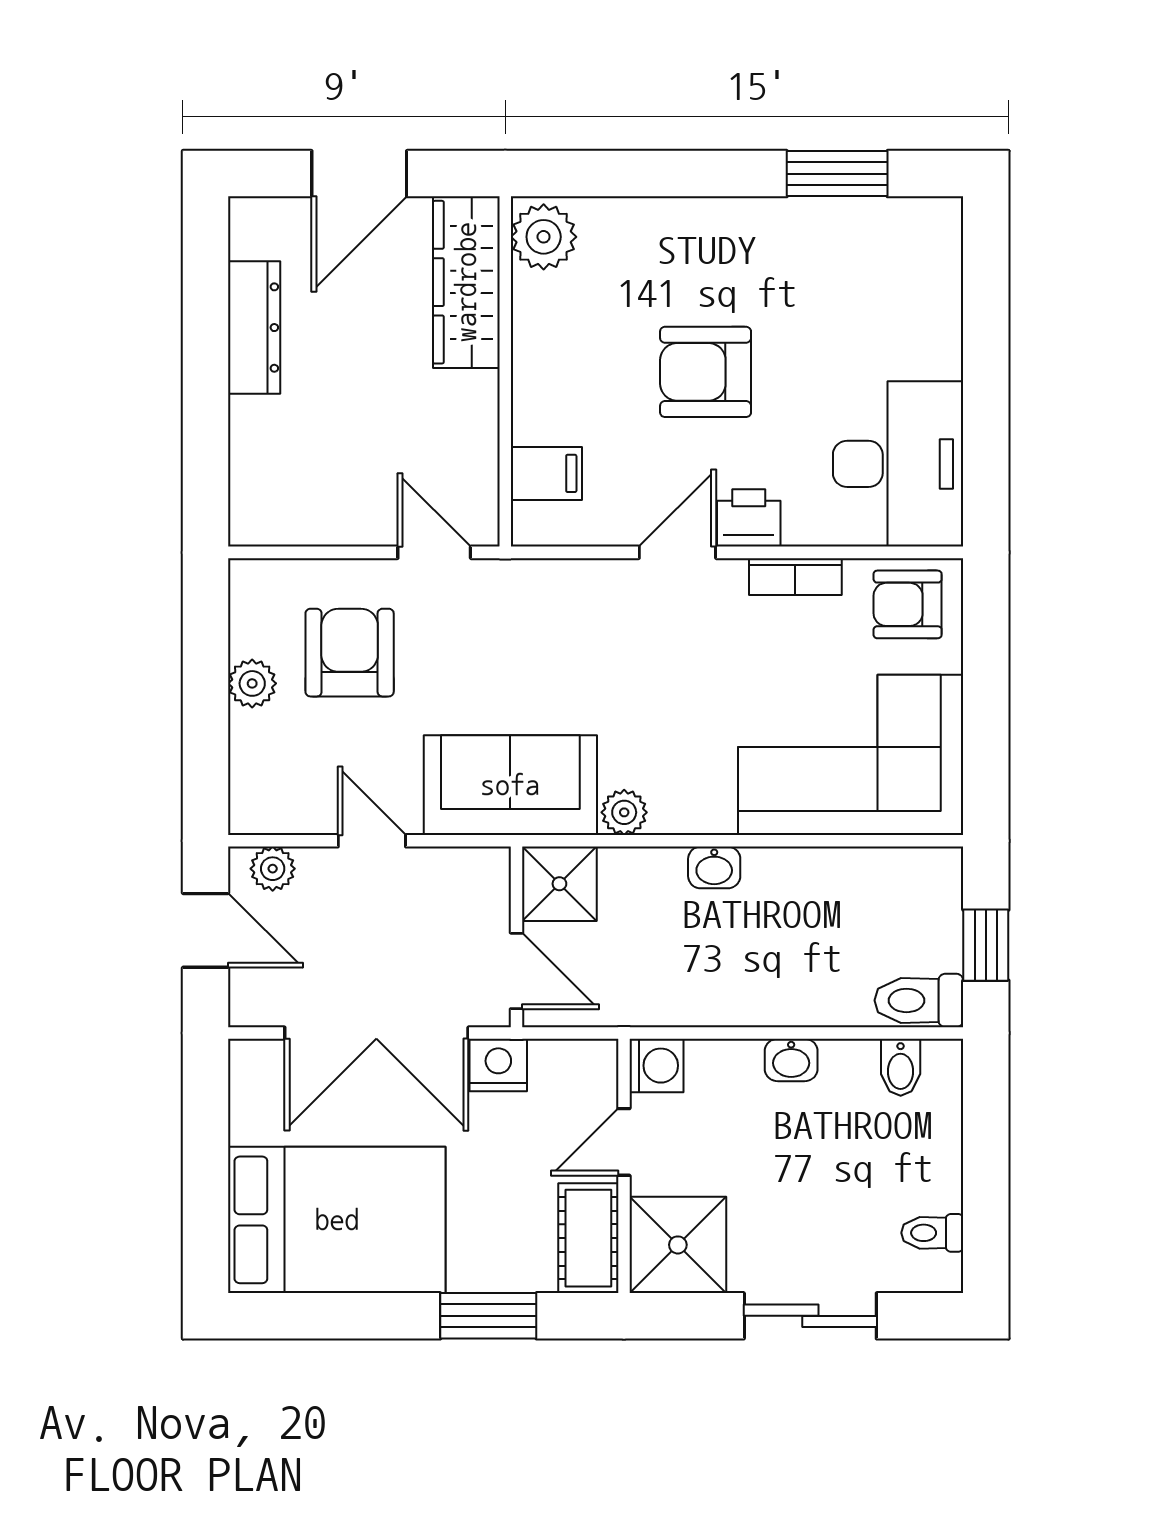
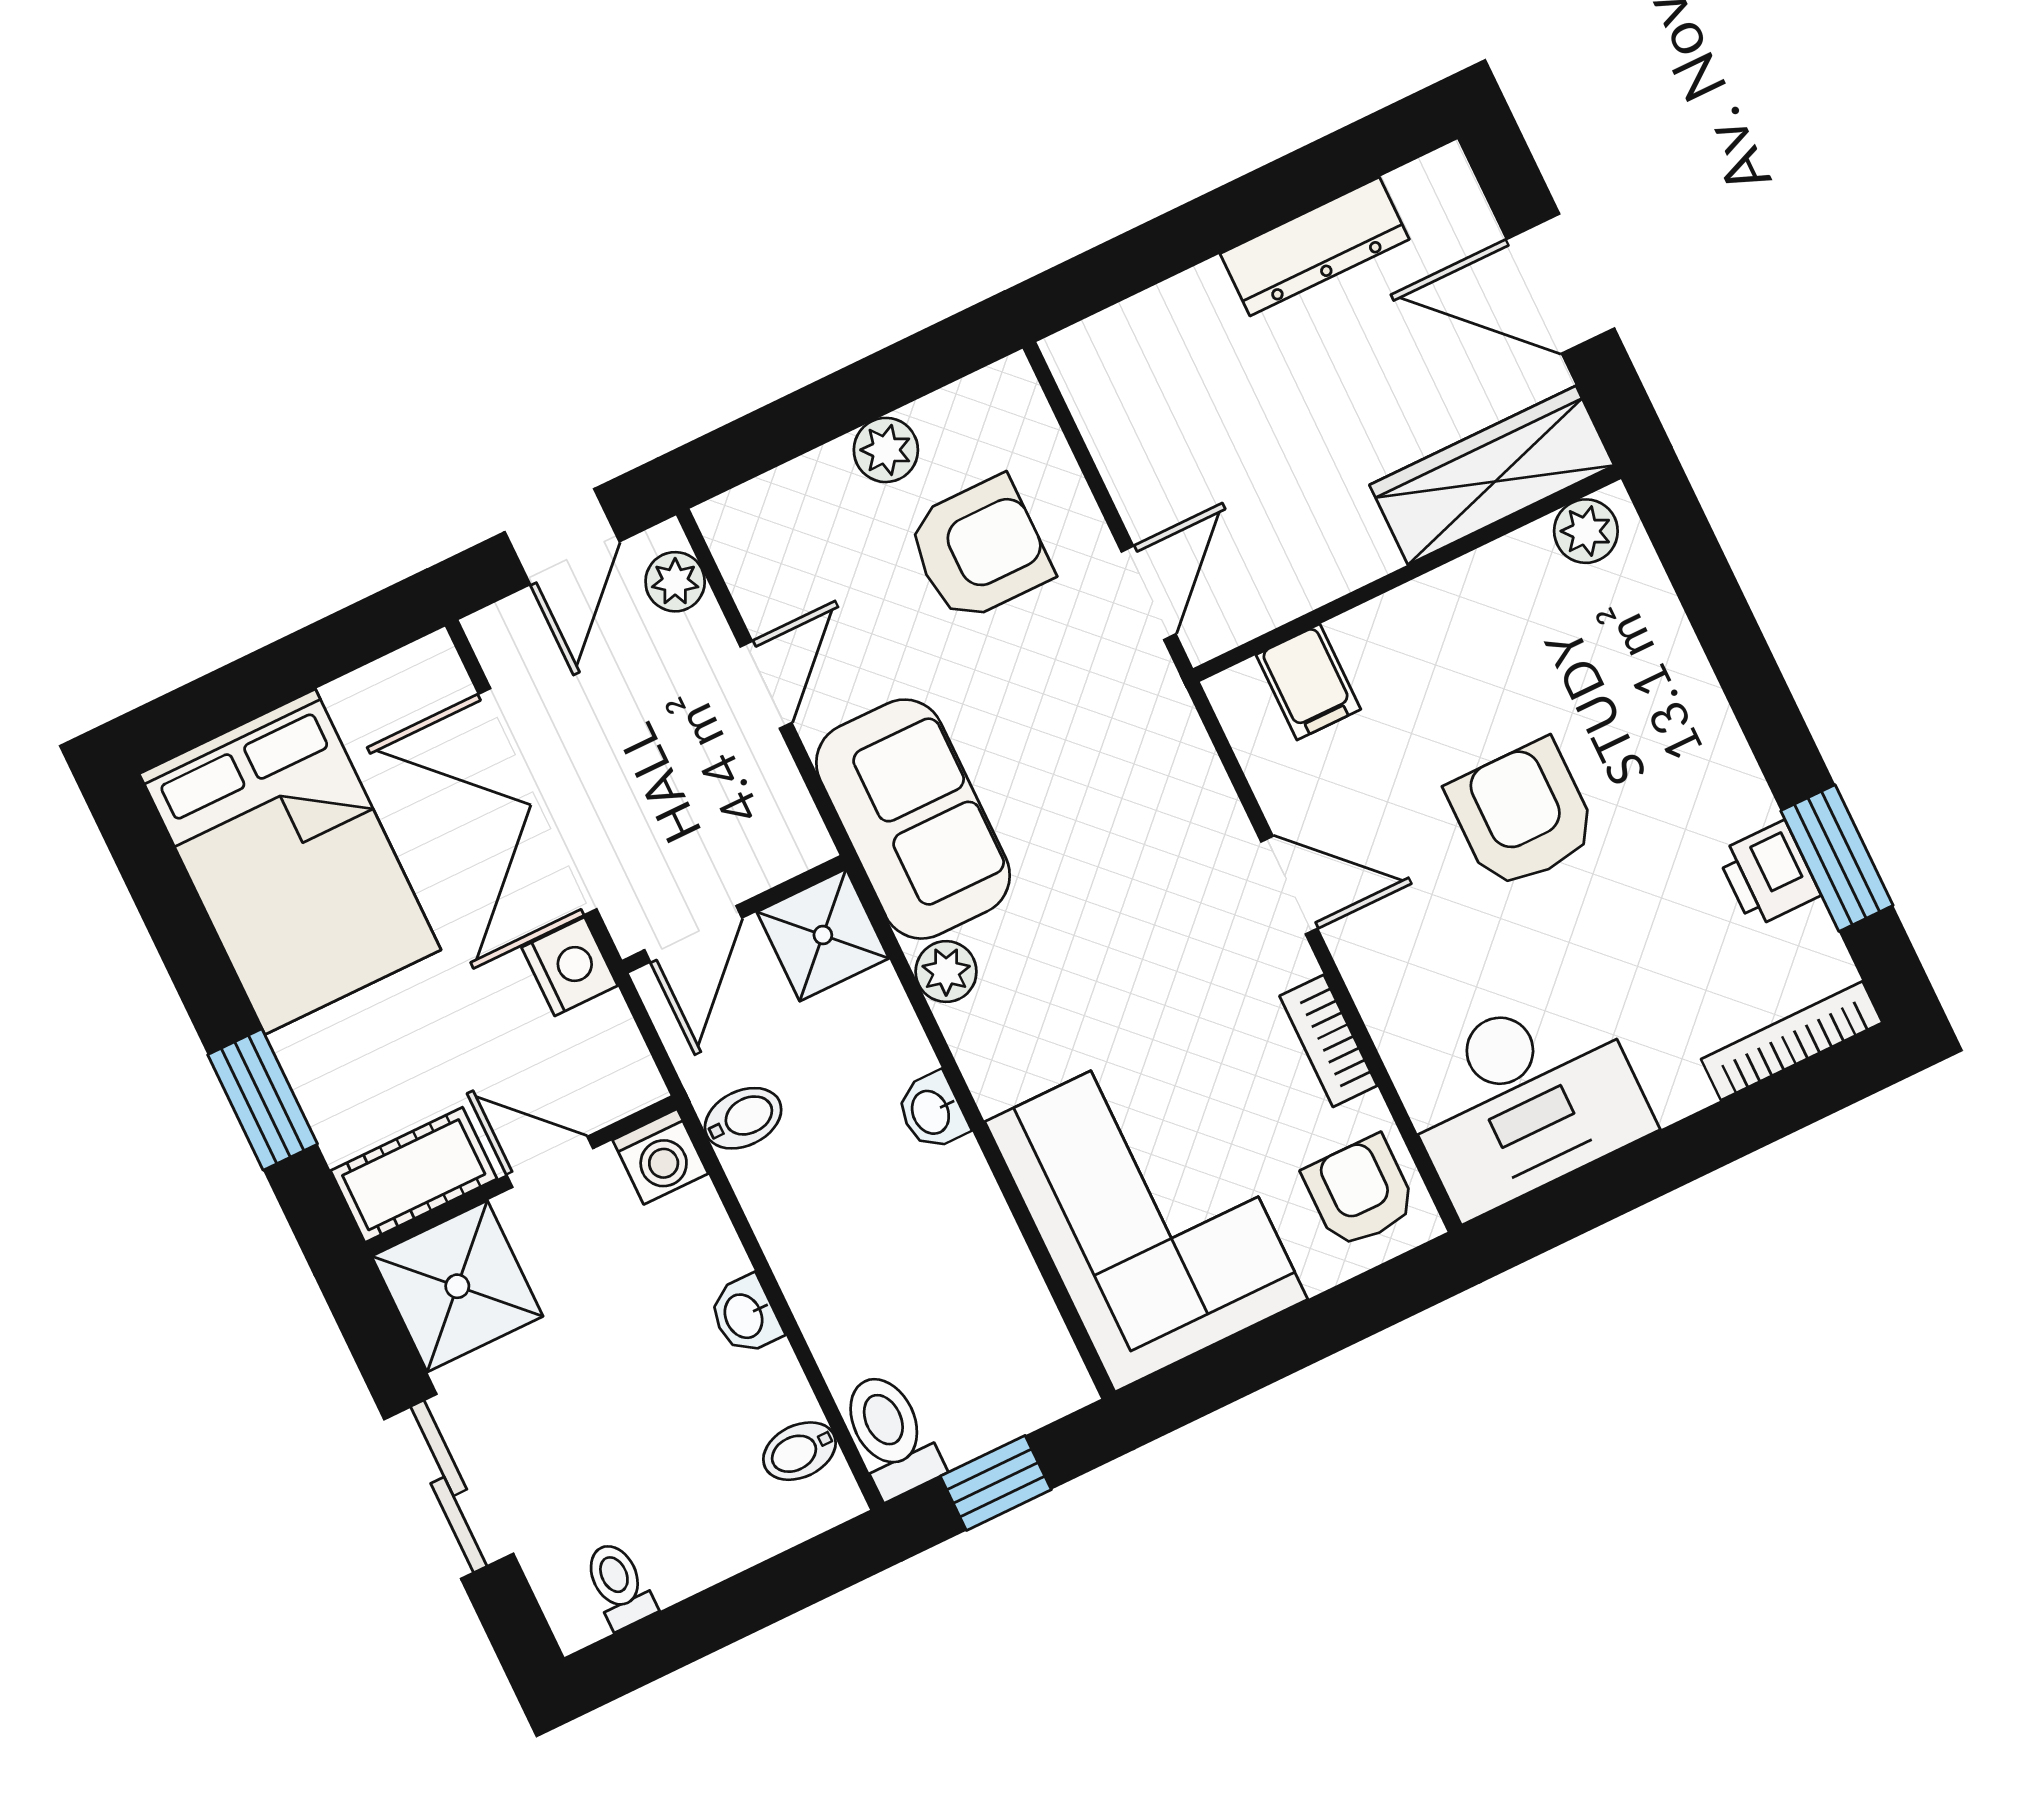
plant: (544, 237) -> (1586, 531), width x0.73, depth x0.73
bookcase: (946, 263) -> (1792, 1041), added
printer: (749, 518) -> (1769, 874), moved, turned 180
bidet: (657, 997) -> (743, 1118), added

